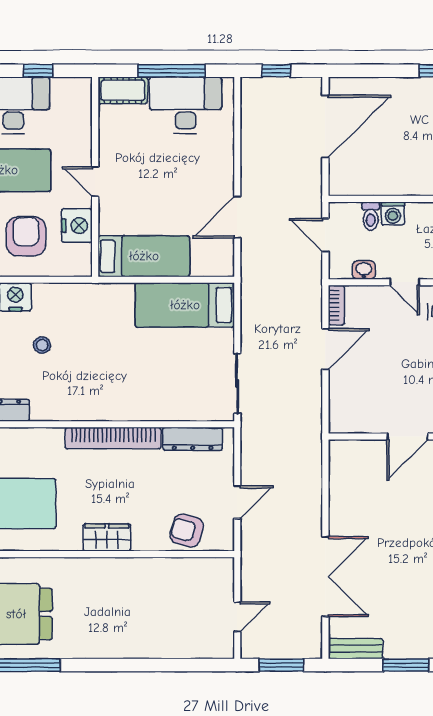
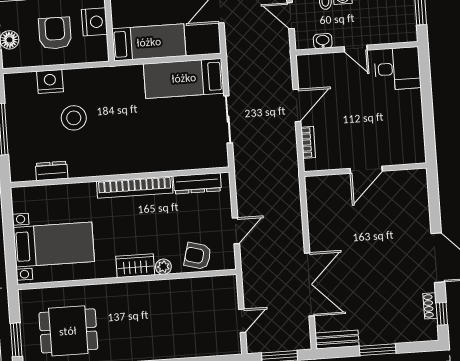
bookcase: (336, 305) -> (308, 142), moved
stool: (42, 345) -> (74, 118), width x1.89, depth x1.89
sliding door: (237, 384) -> (228, 119), moved
plant: (142, 541) -> (163, 267), added

